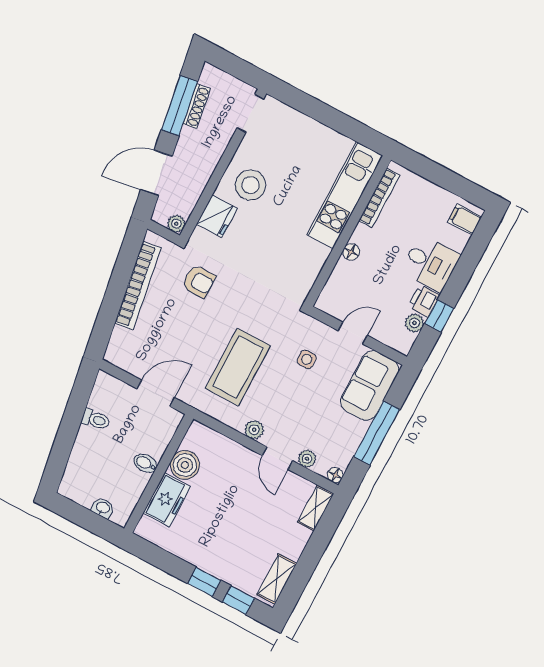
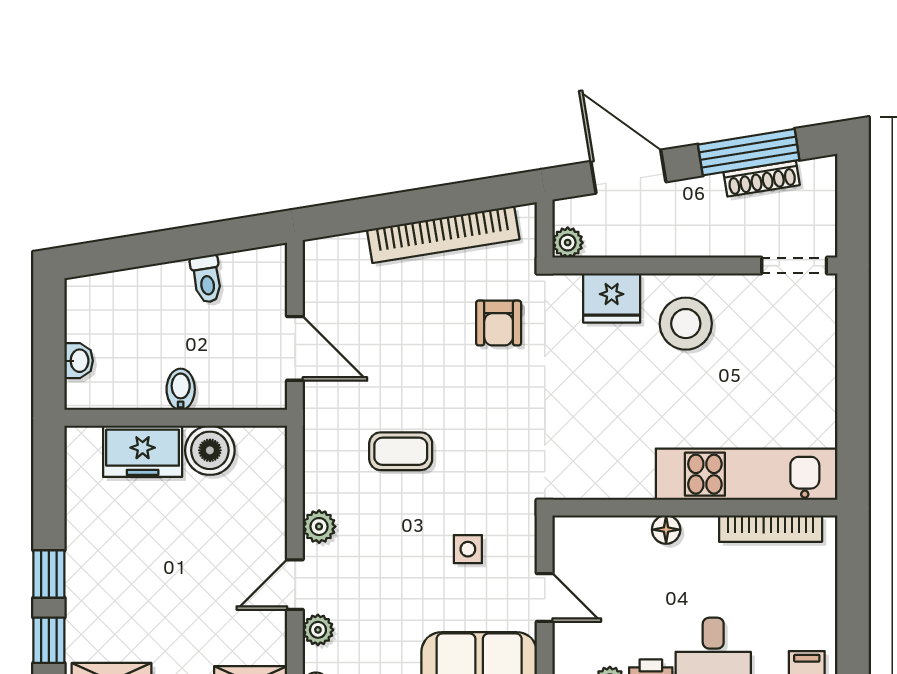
coffee table: (238, 367) -> (401, 451), width x0.54, depth x0.58

